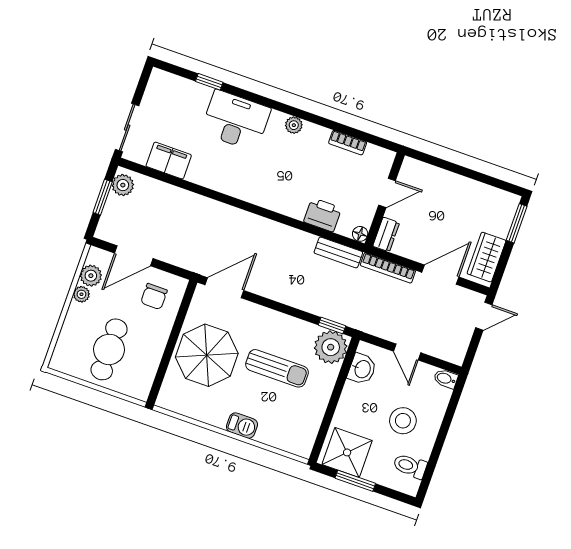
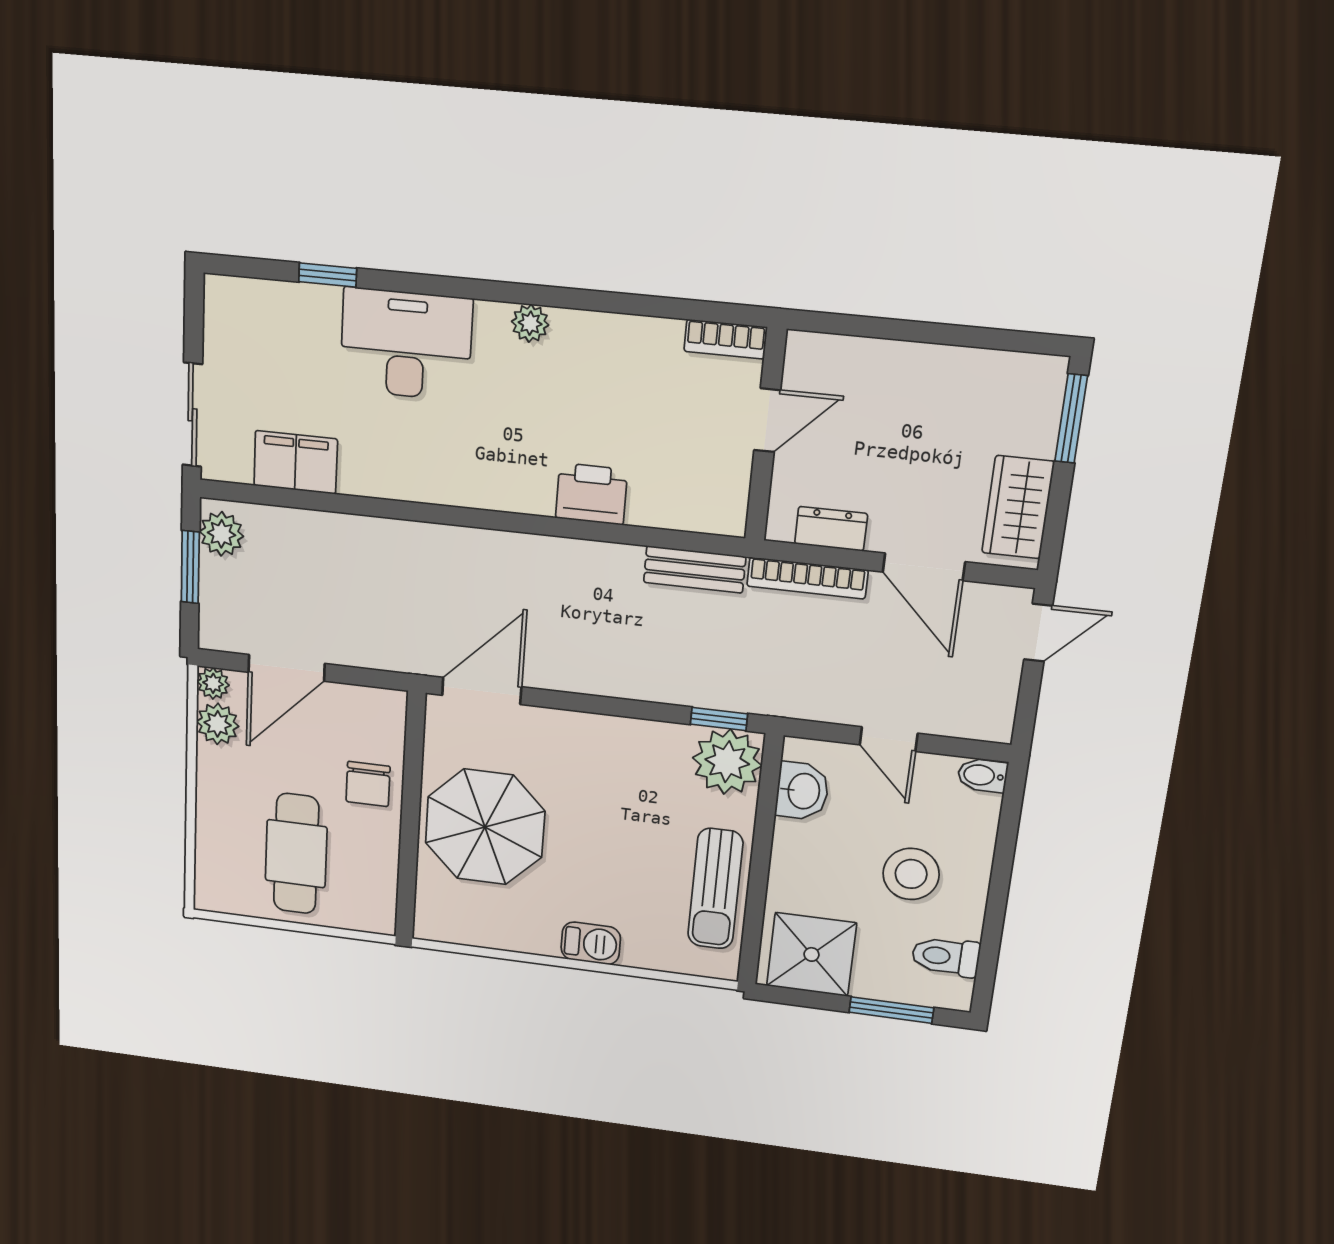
bookcase: (348, 143) -> (726, 339), moved
printer: (323, 215) -> (591, 494), moved
floor lamp: (360, 234) -> (731, 521), removed
dresser: (386, 234) -> (831, 529), moved, turned -90
door: (440, 275) -> (924, 567), swing flipped
plant: (81, 294) -> (213, 683), moved
chair: (154, 296) -> (368, 784), moved
sun lounger: (277, 368) -> (715, 889), moved, turned 90
window: (355, 481) -> (891, 1010), moved

